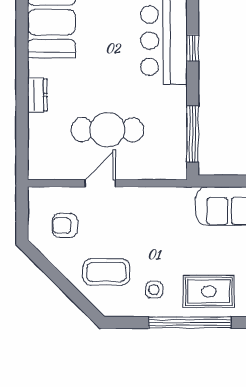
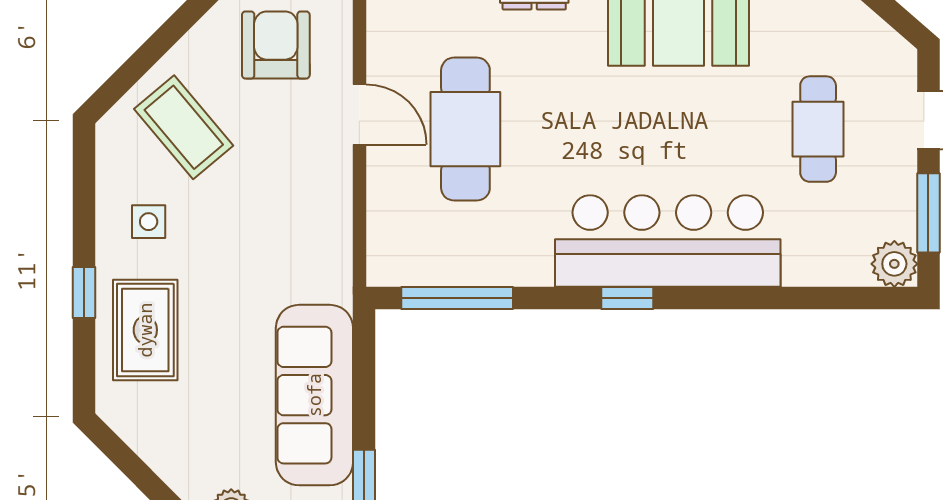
armchair: (65, 225) -> (276, 45), width x1.38, depth x1.38
coffee table: (106, 272) -> (184, 127), turned -40
window: (190, 322) -> (84, 293), width x0.32

